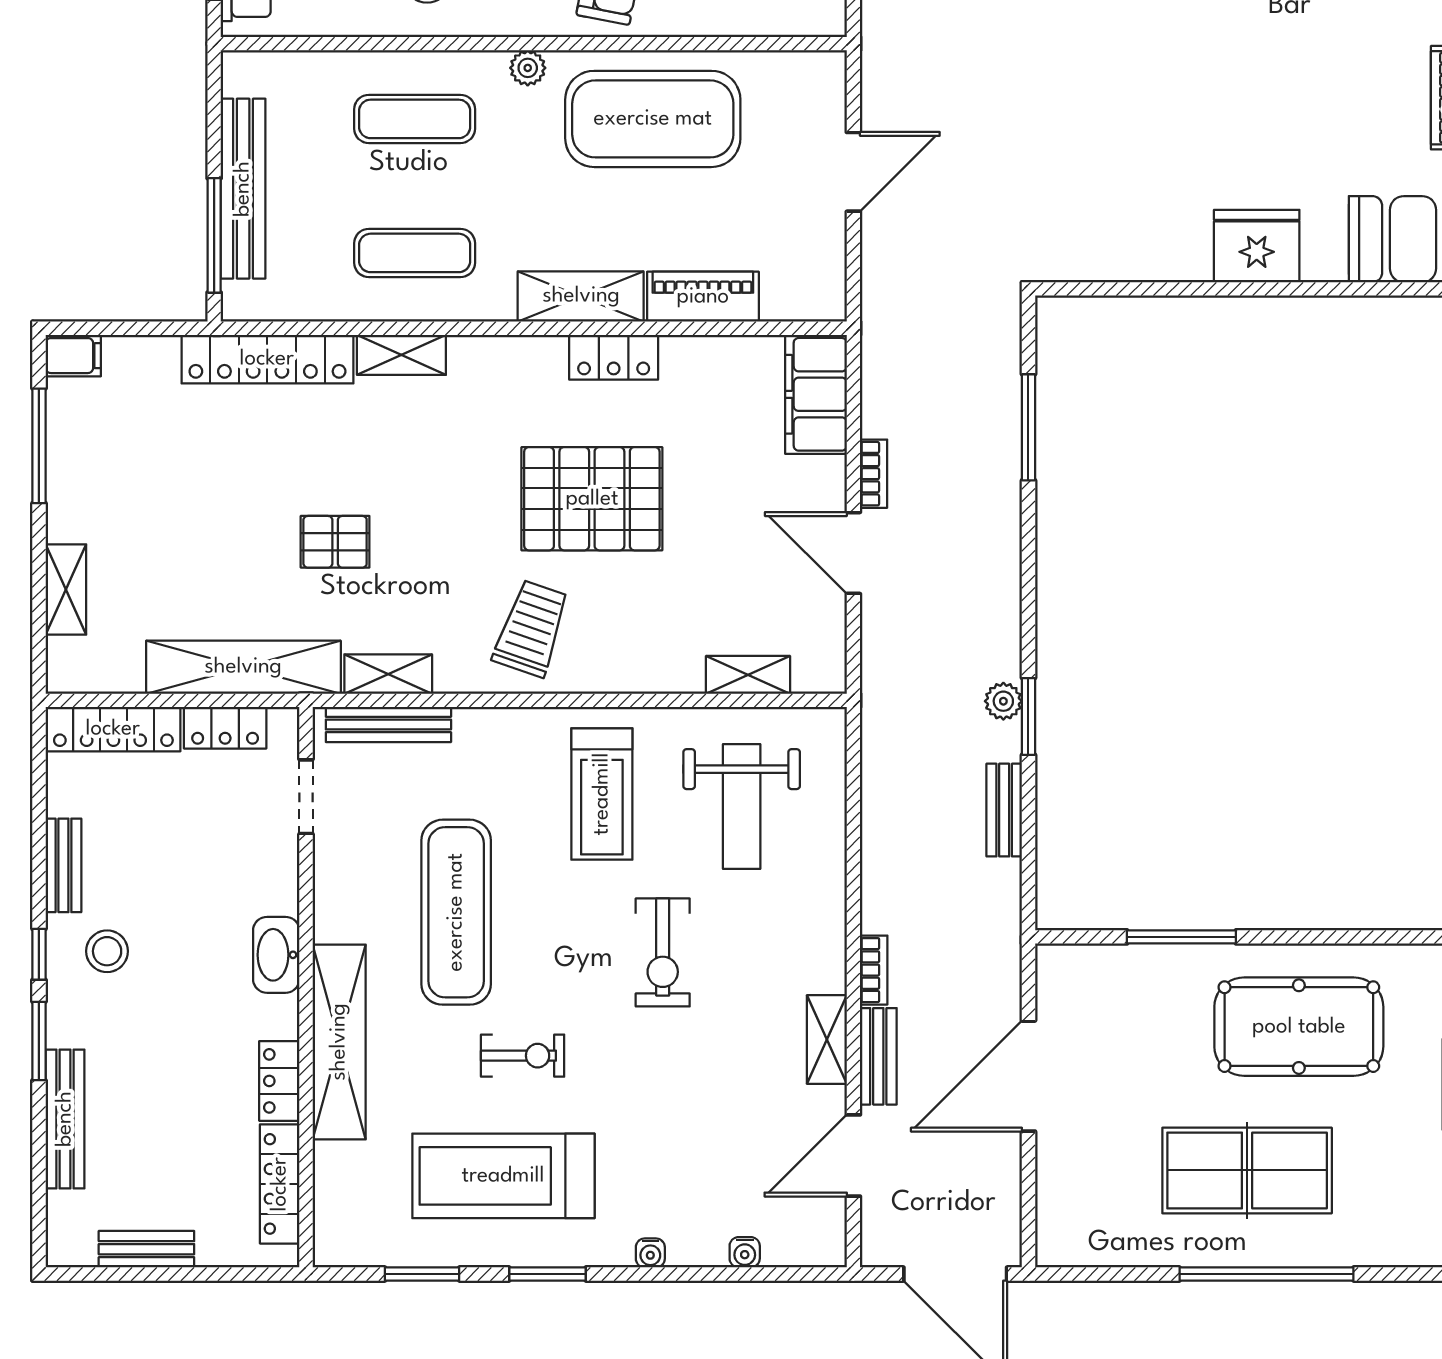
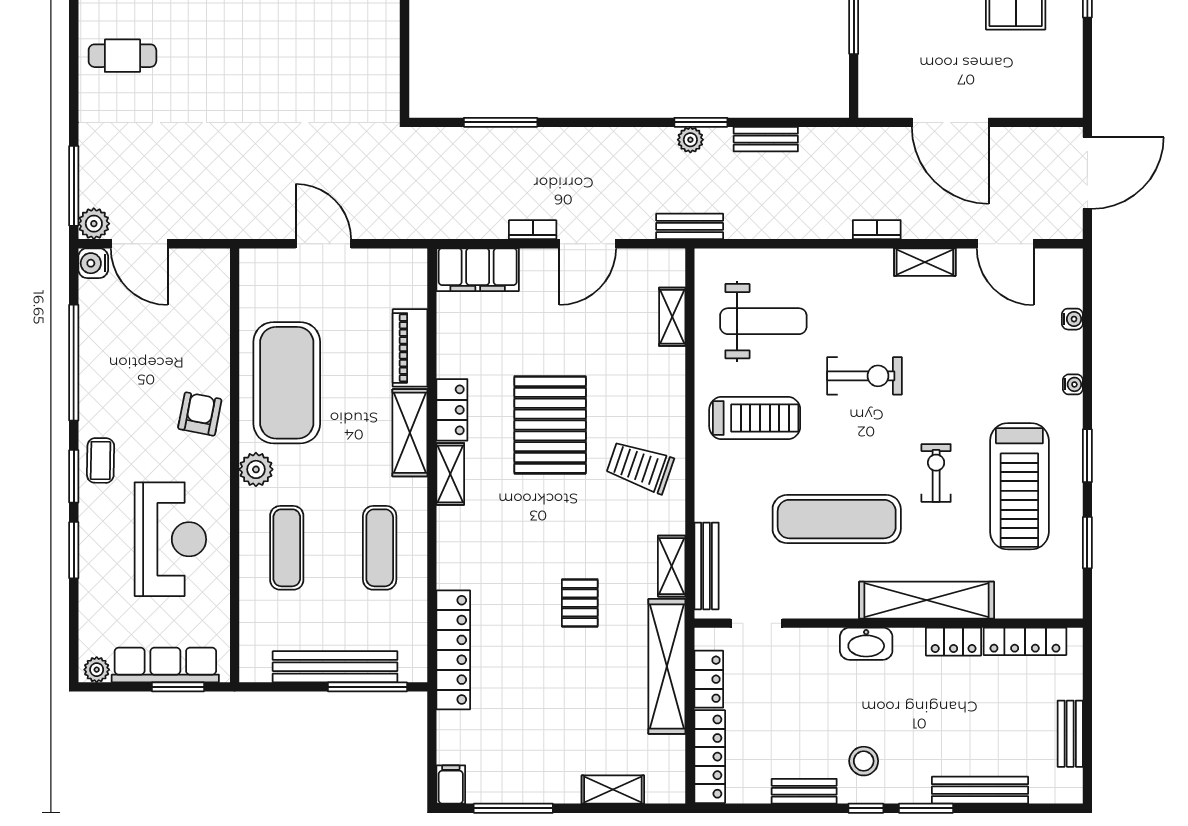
plant: (528, 68) -> (256, 469), width x1.38, depth x1.38
shelving: (401, 355) -> (450, 474), moved
bench: (878, 1056) -> (690, 226), moved

